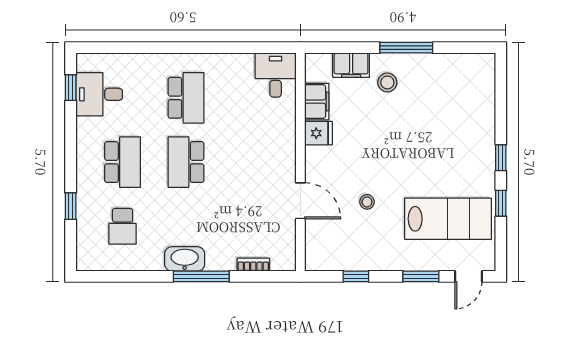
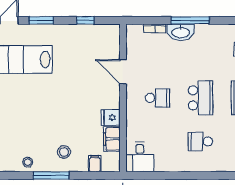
filing cabinet: (351, 65) -> (95, 164), width x0.50
school desk: (186, 98) -> (200, 141), width x0.54
school desk: (249, 162) -> (157, 98), added
stool: (367, 202) -> (28, 162), moved
washbasin: (185, 259) -> (181, 32), moved

